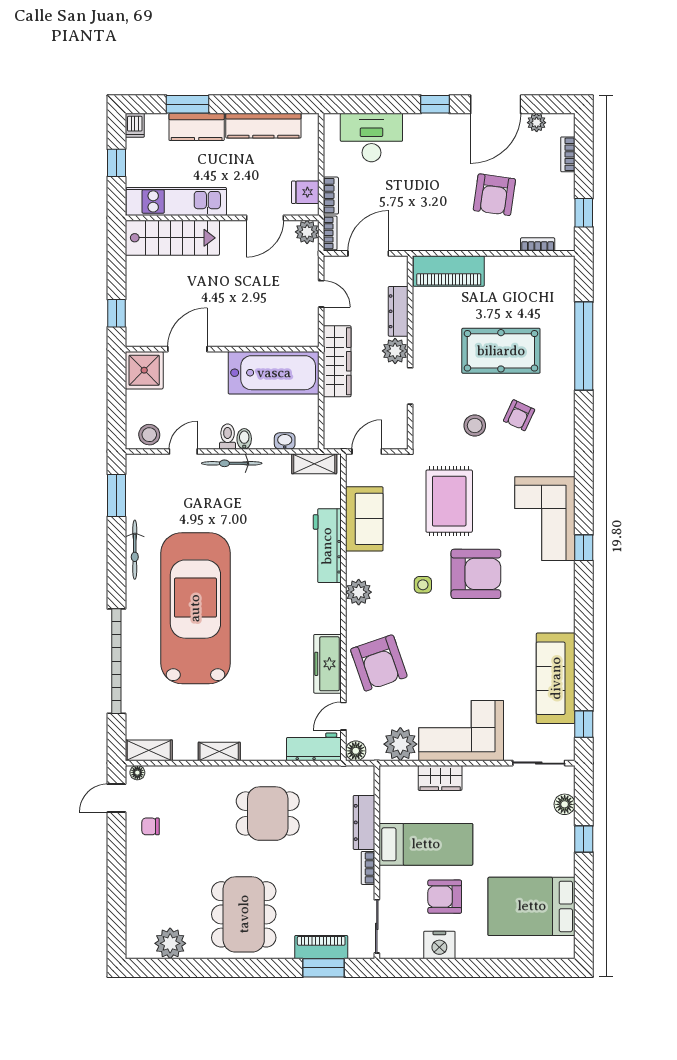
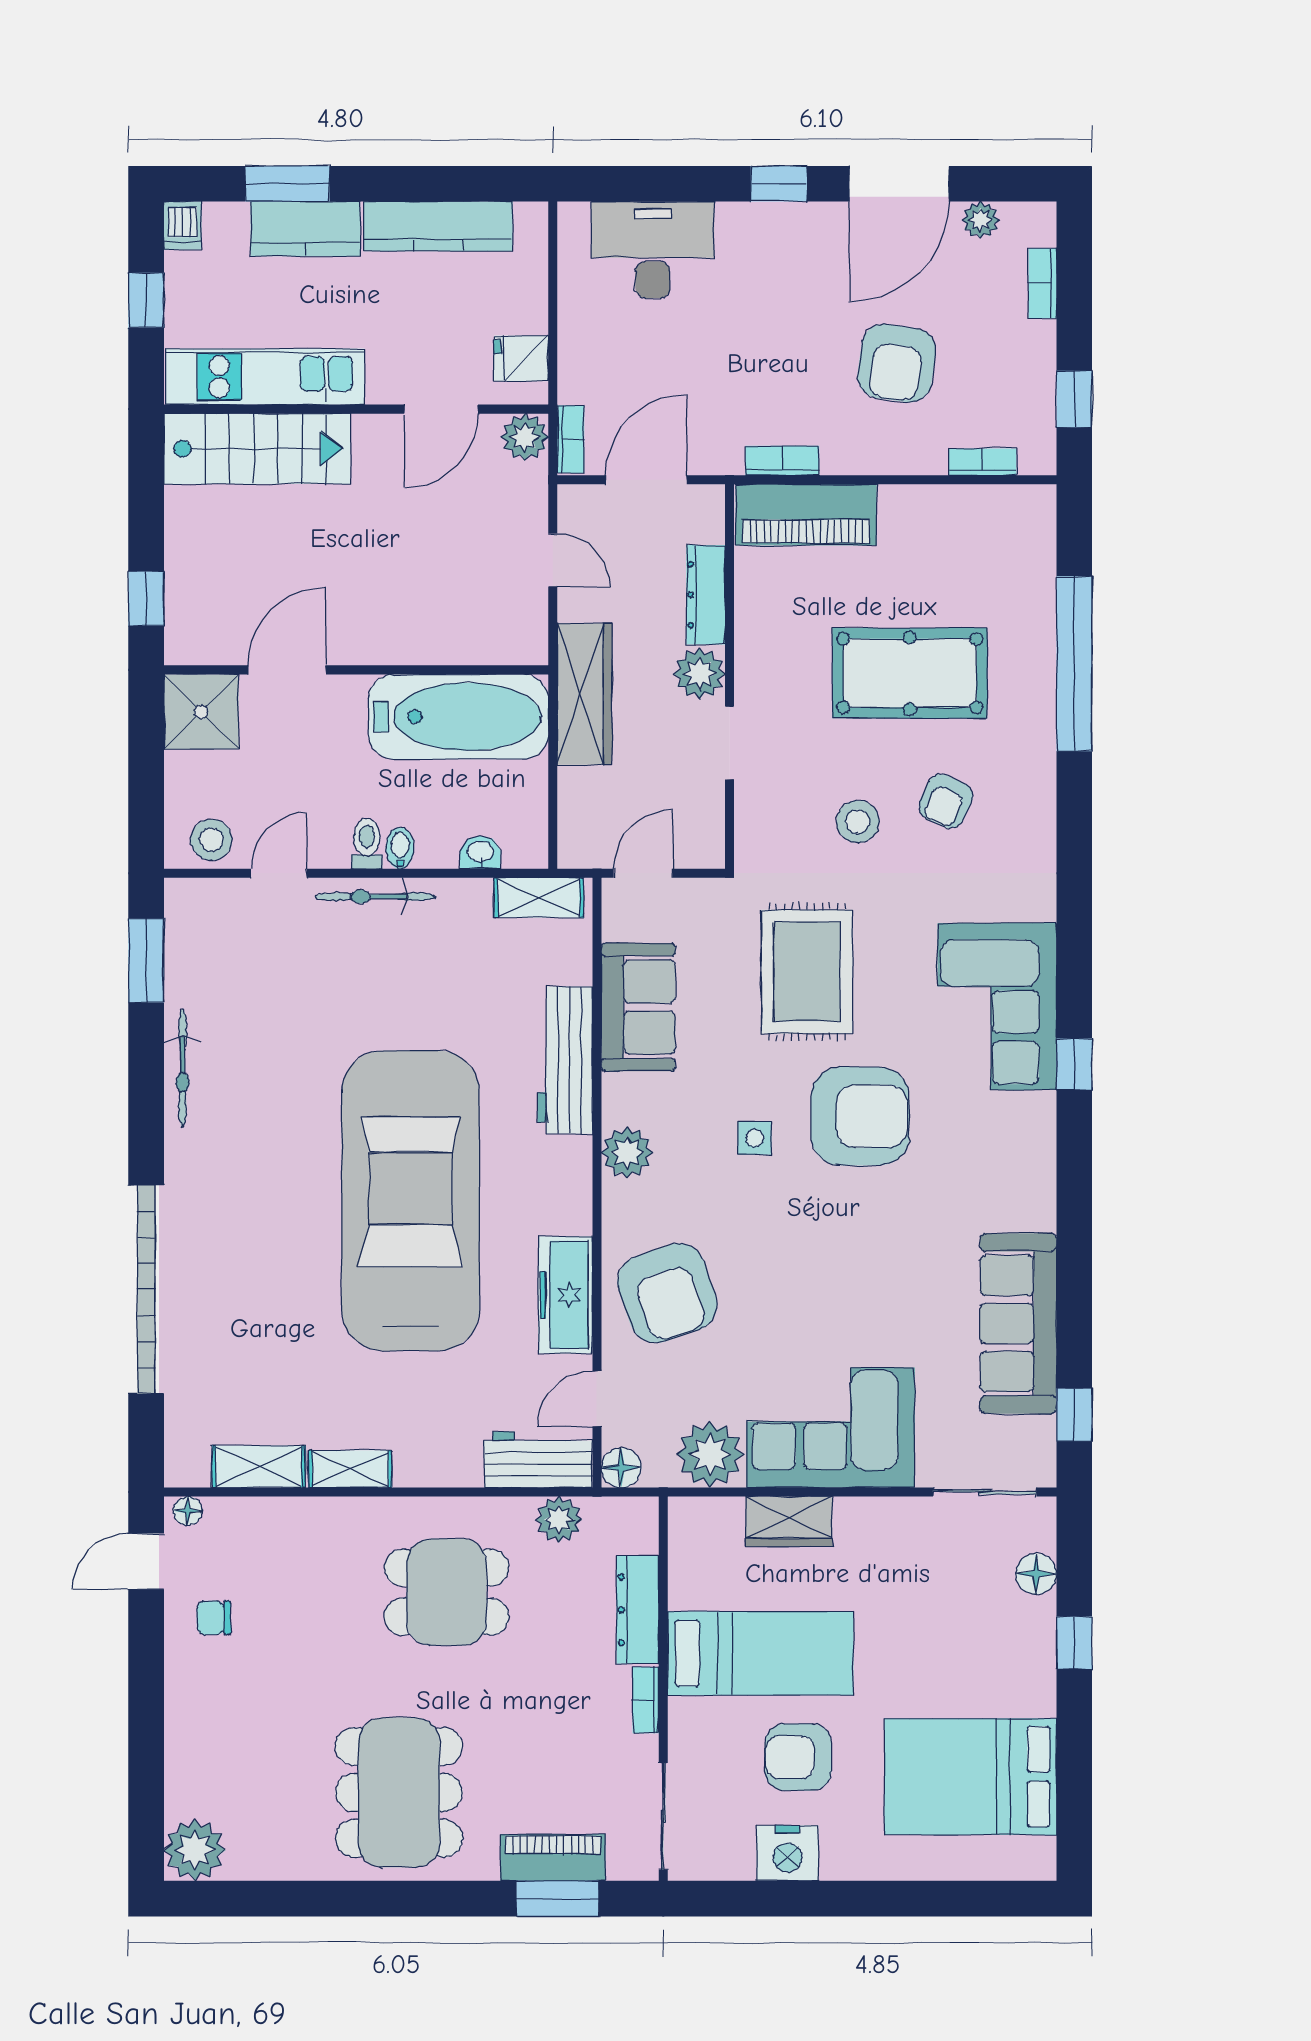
bookcase: (331, 196) -> (782, 461), moved, turned -90
car: (195, 608) -> (410, 1201), moved
shelving: (149, 750) -> (259, 1467), moved
plant: (324, 777) -> (559, 1520), added
plant: (170, 943) -> (195, 1850), moved

